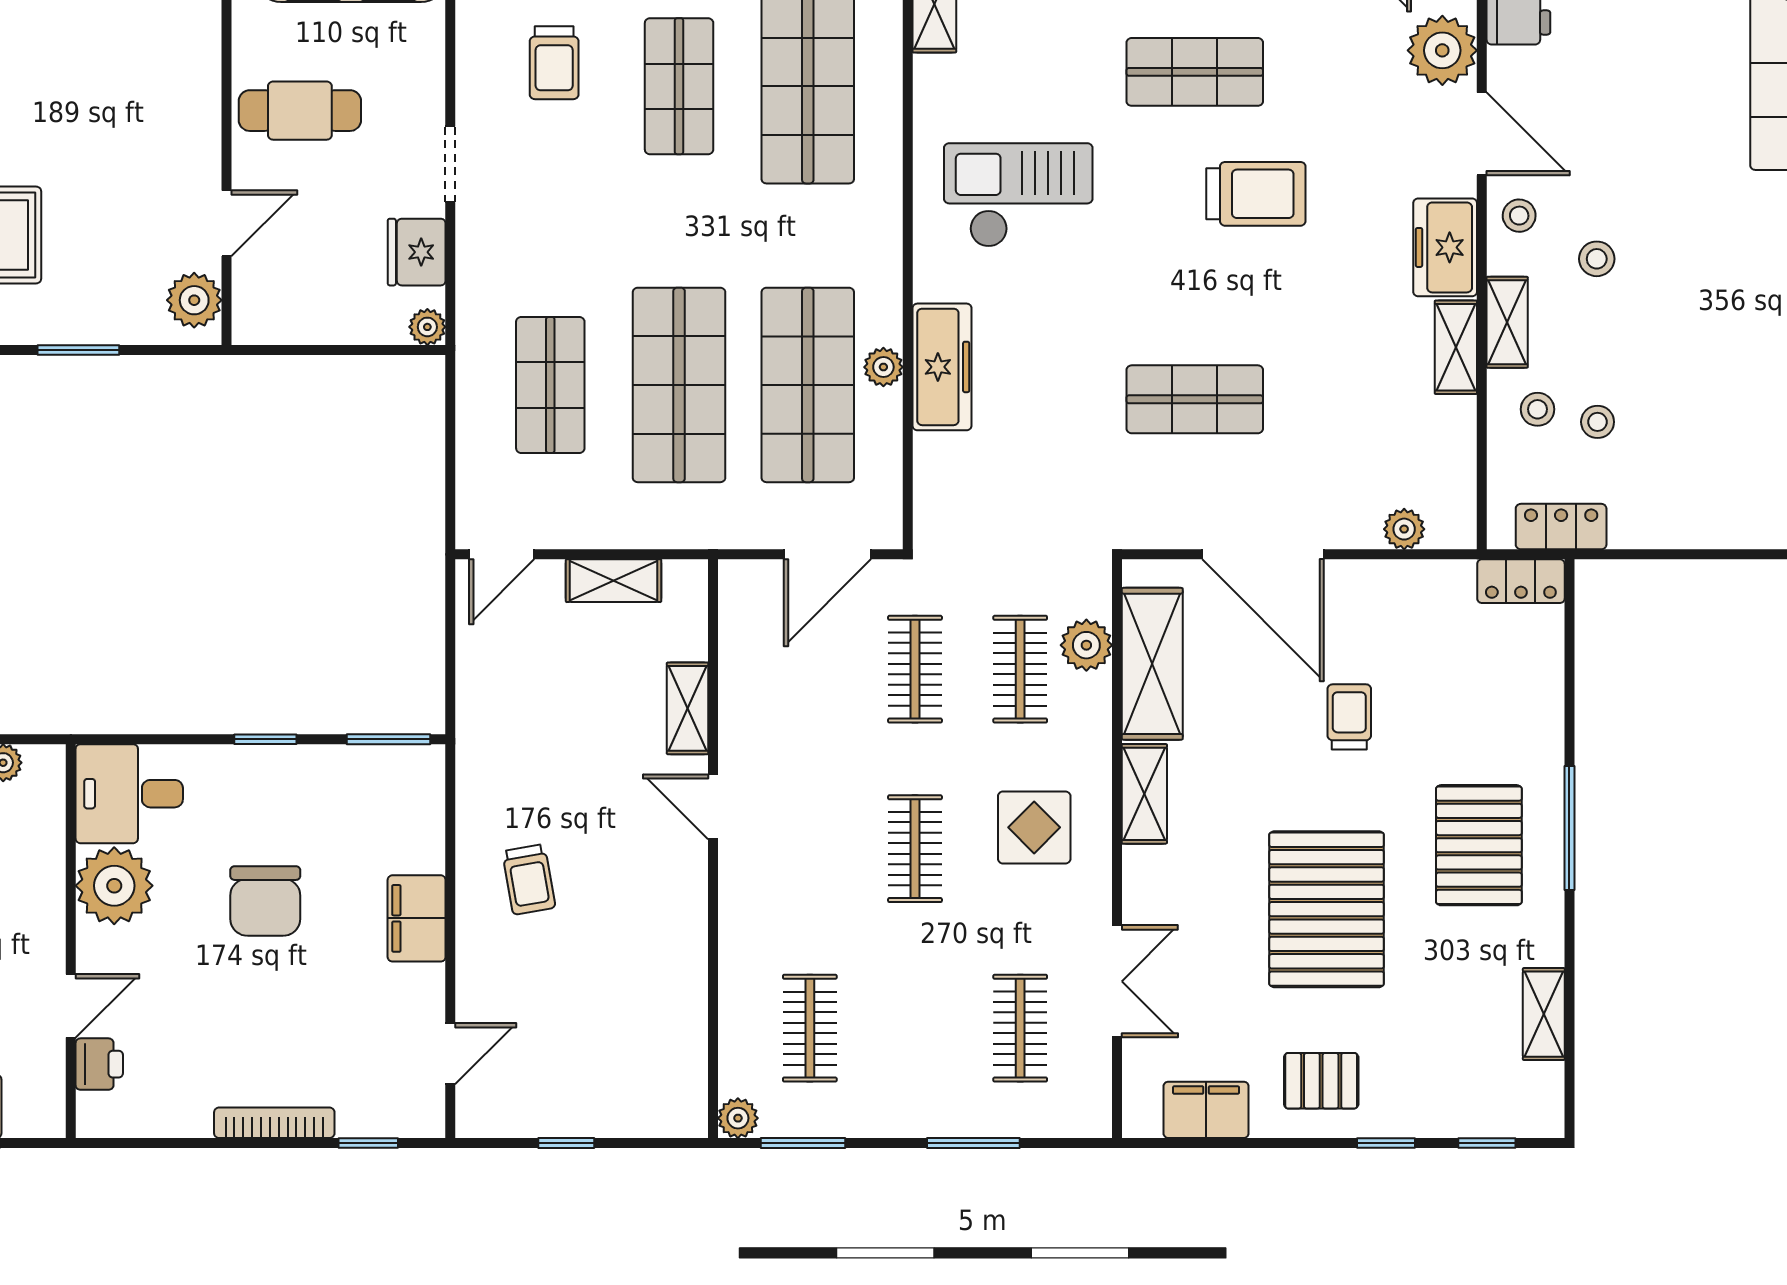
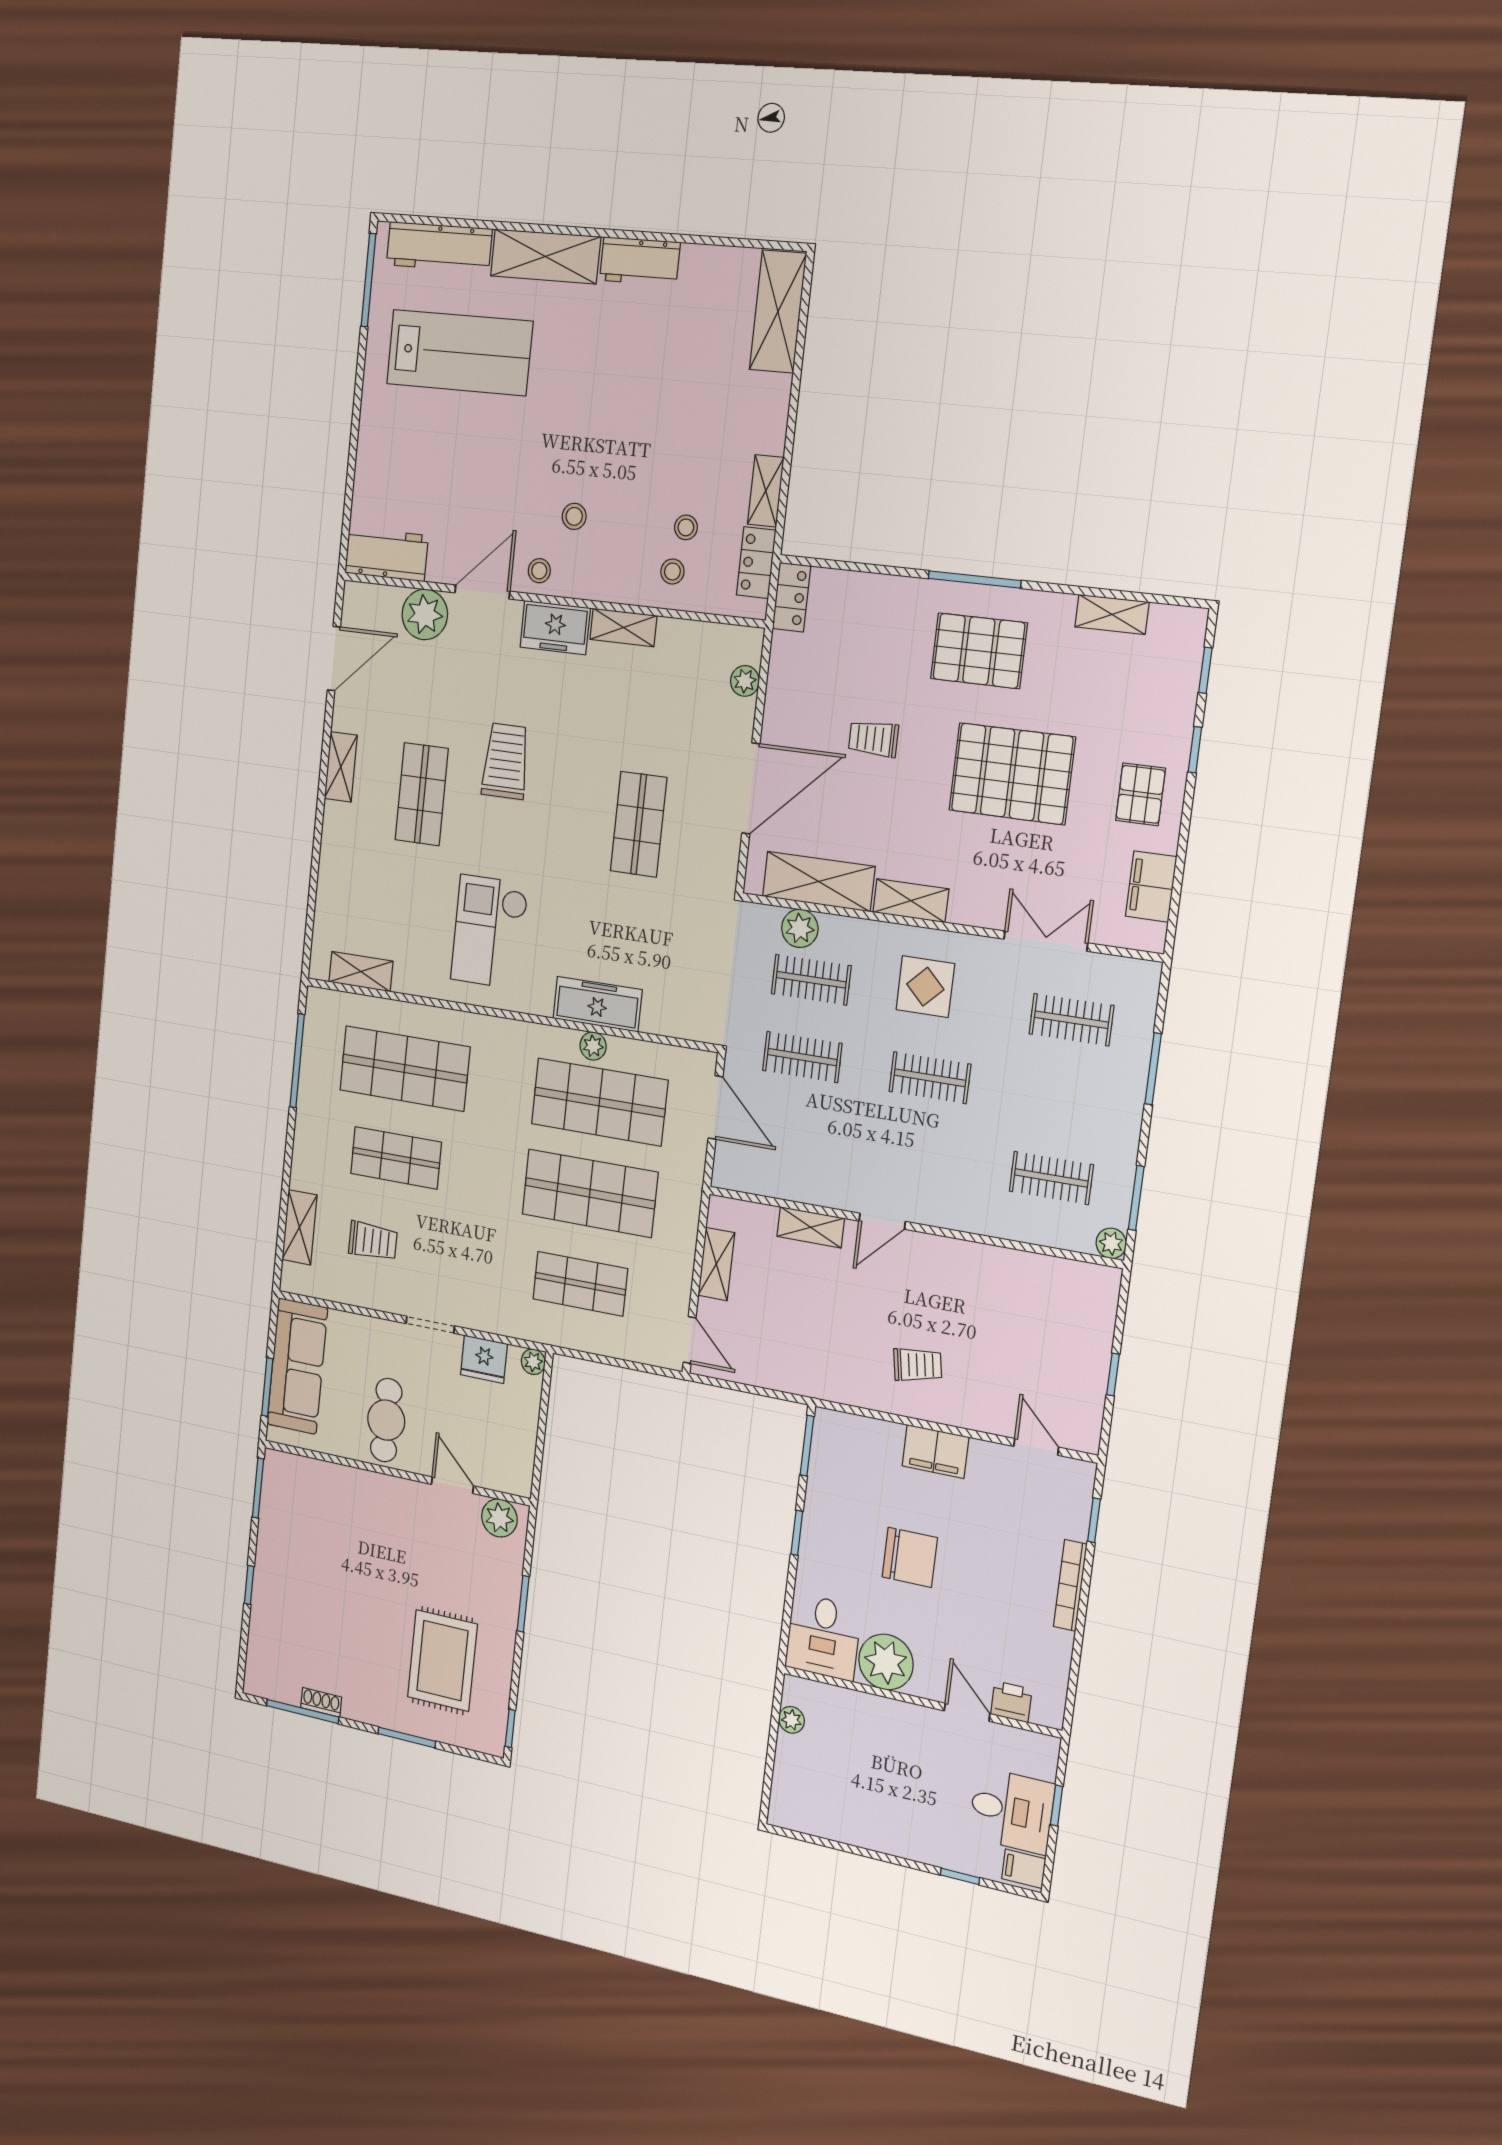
shelving: (1507, 322) -> (766, 491), moved, turned 90

